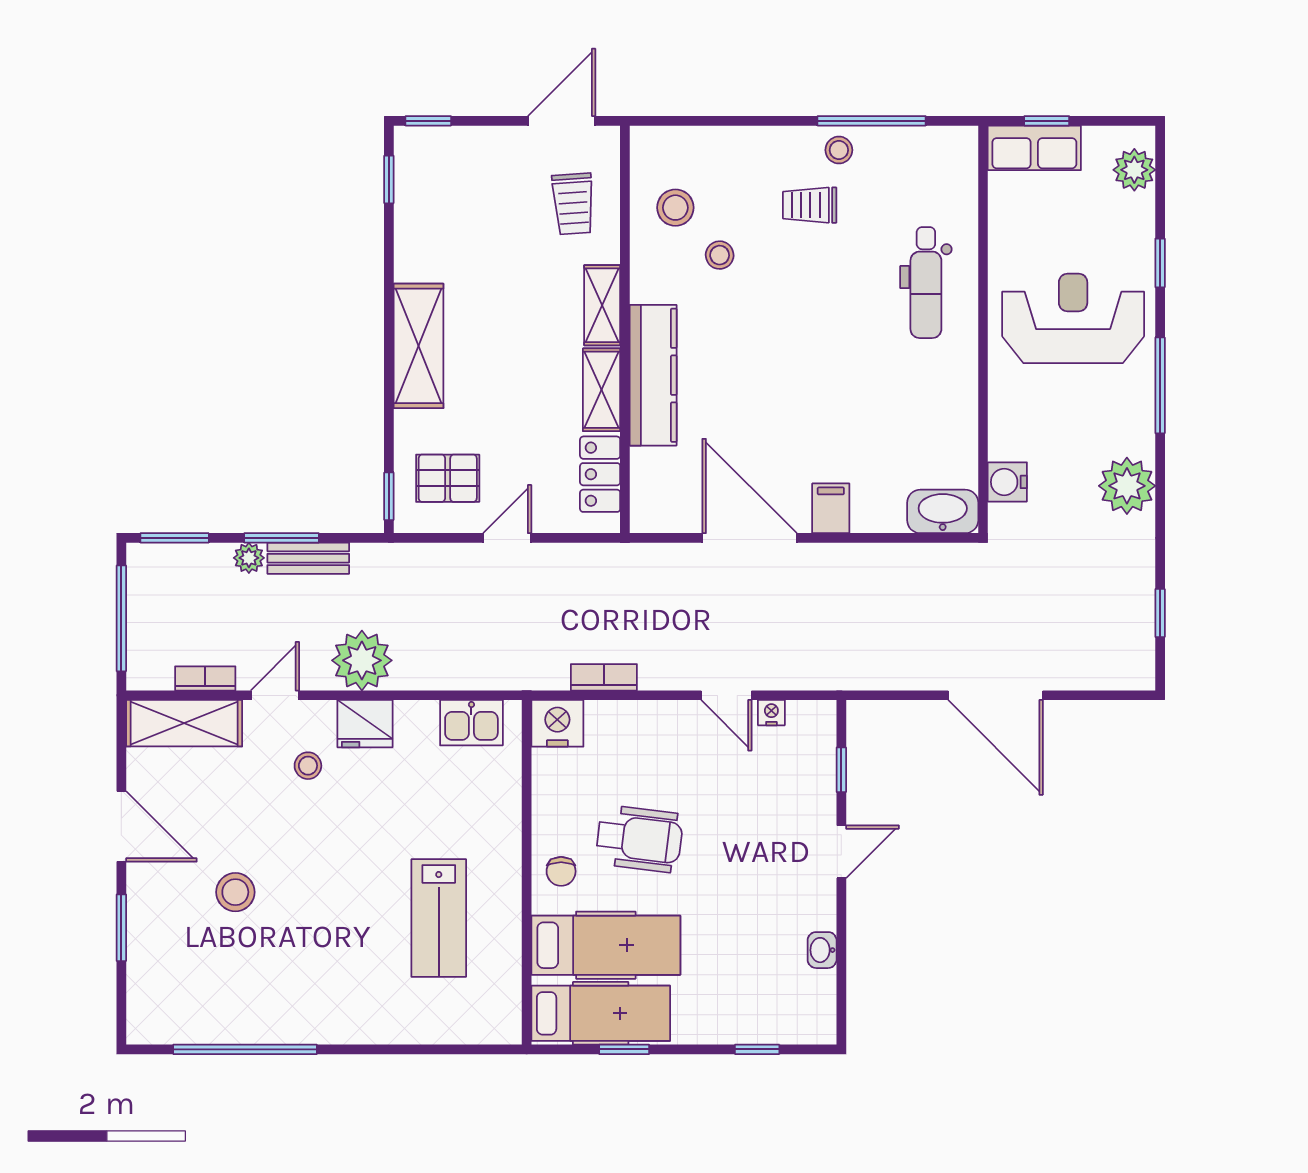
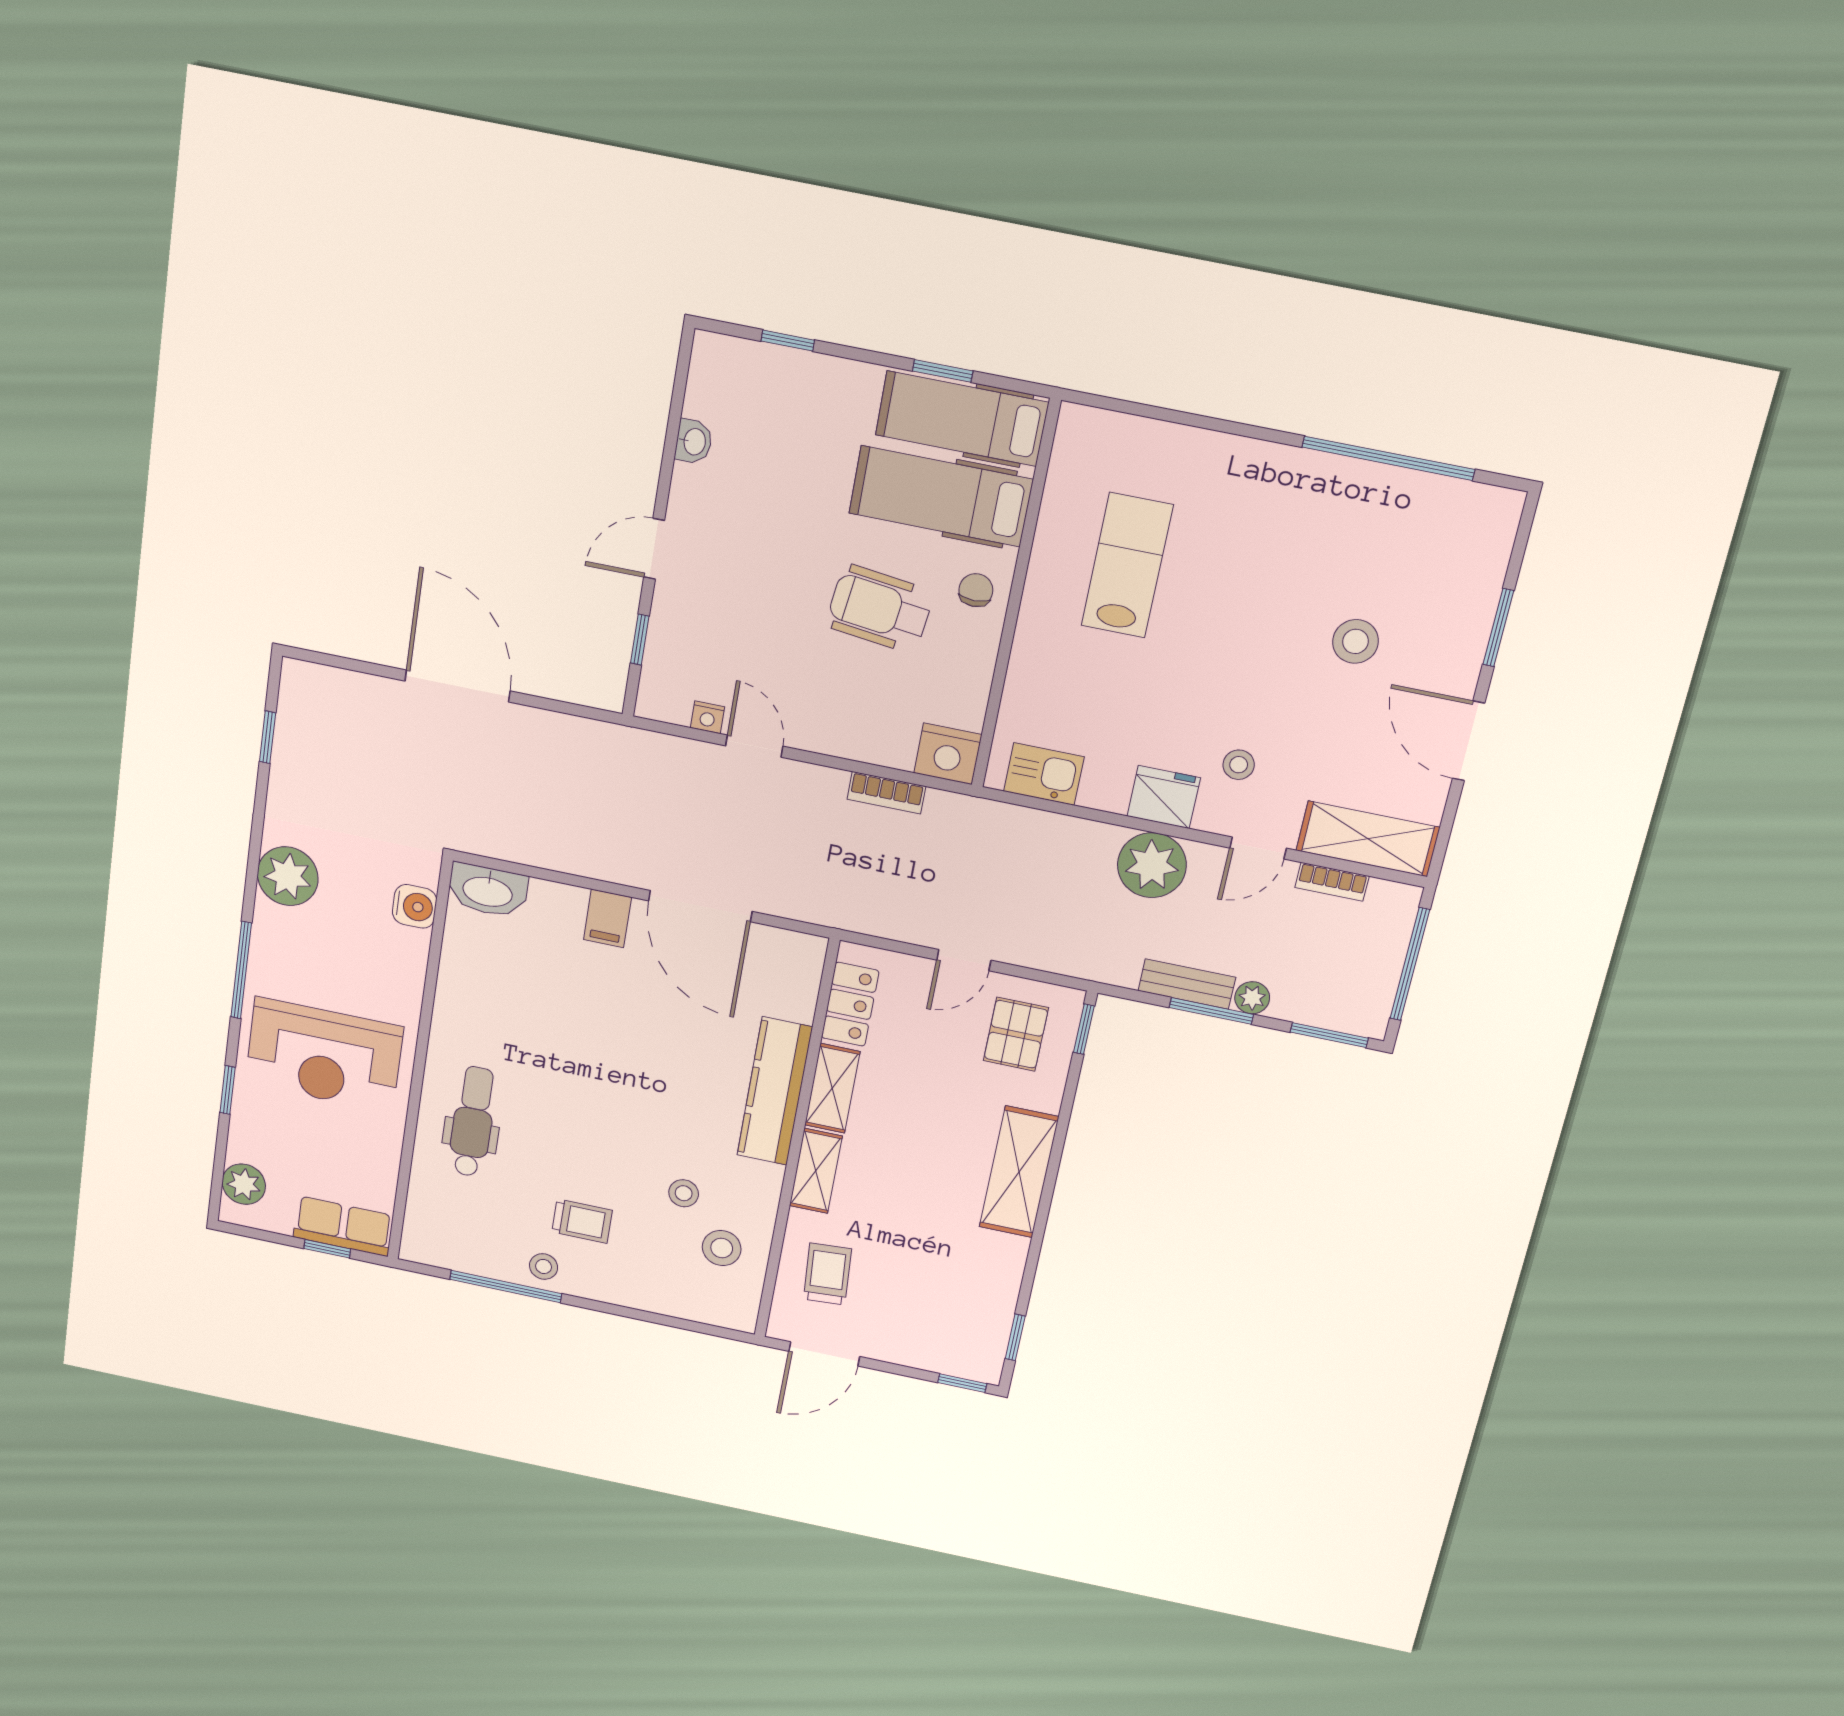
pallet: (448, 478) -> (1016, 1034), turned 90

